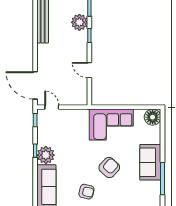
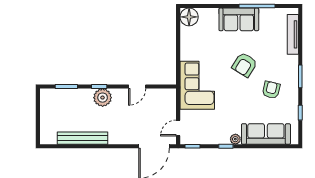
plant: (79, 22) -> (103, 98), moved
corner sofa: (111, 125) -> (197, 85), moved
plant: (46, 155) -> (235, 139), width x0.53, depth x0.53
armchair: (109, 168) -> (245, 65), turned -100

